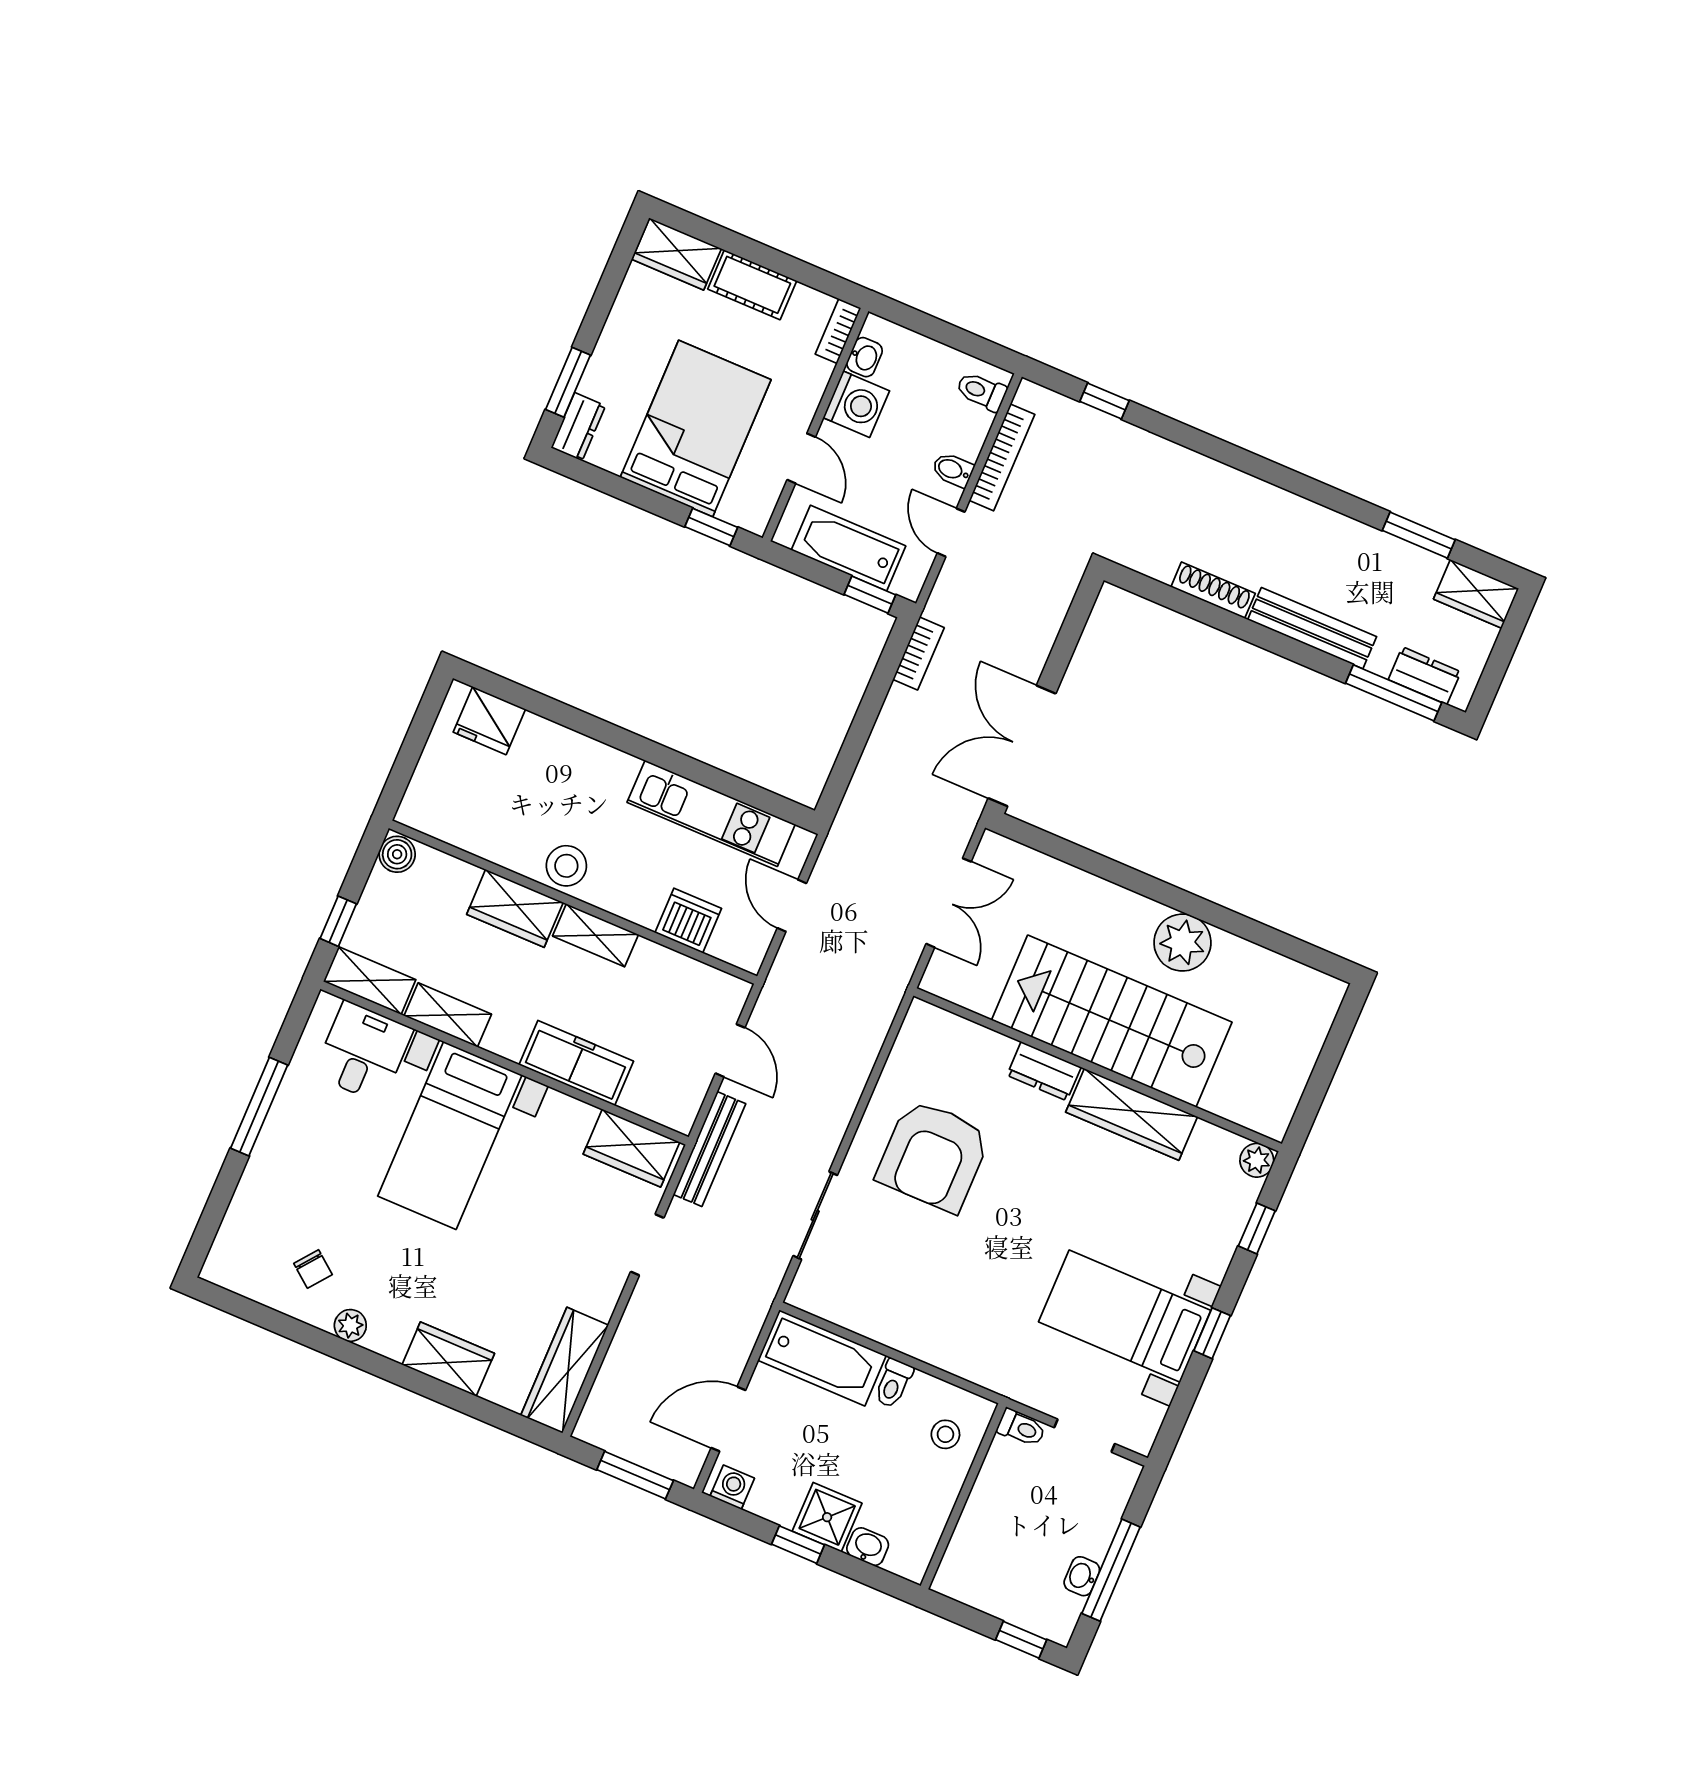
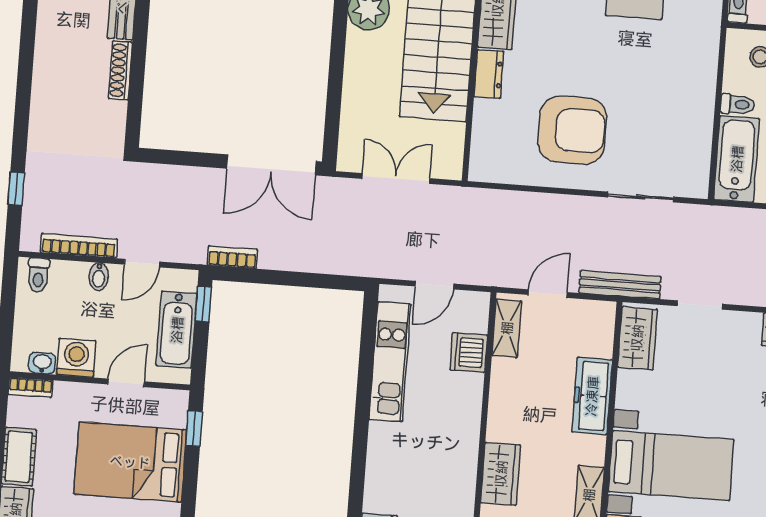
stool: (566, 866) -> (460, 449), removed
shelving: (595, 935) -> (507, 328), moved

